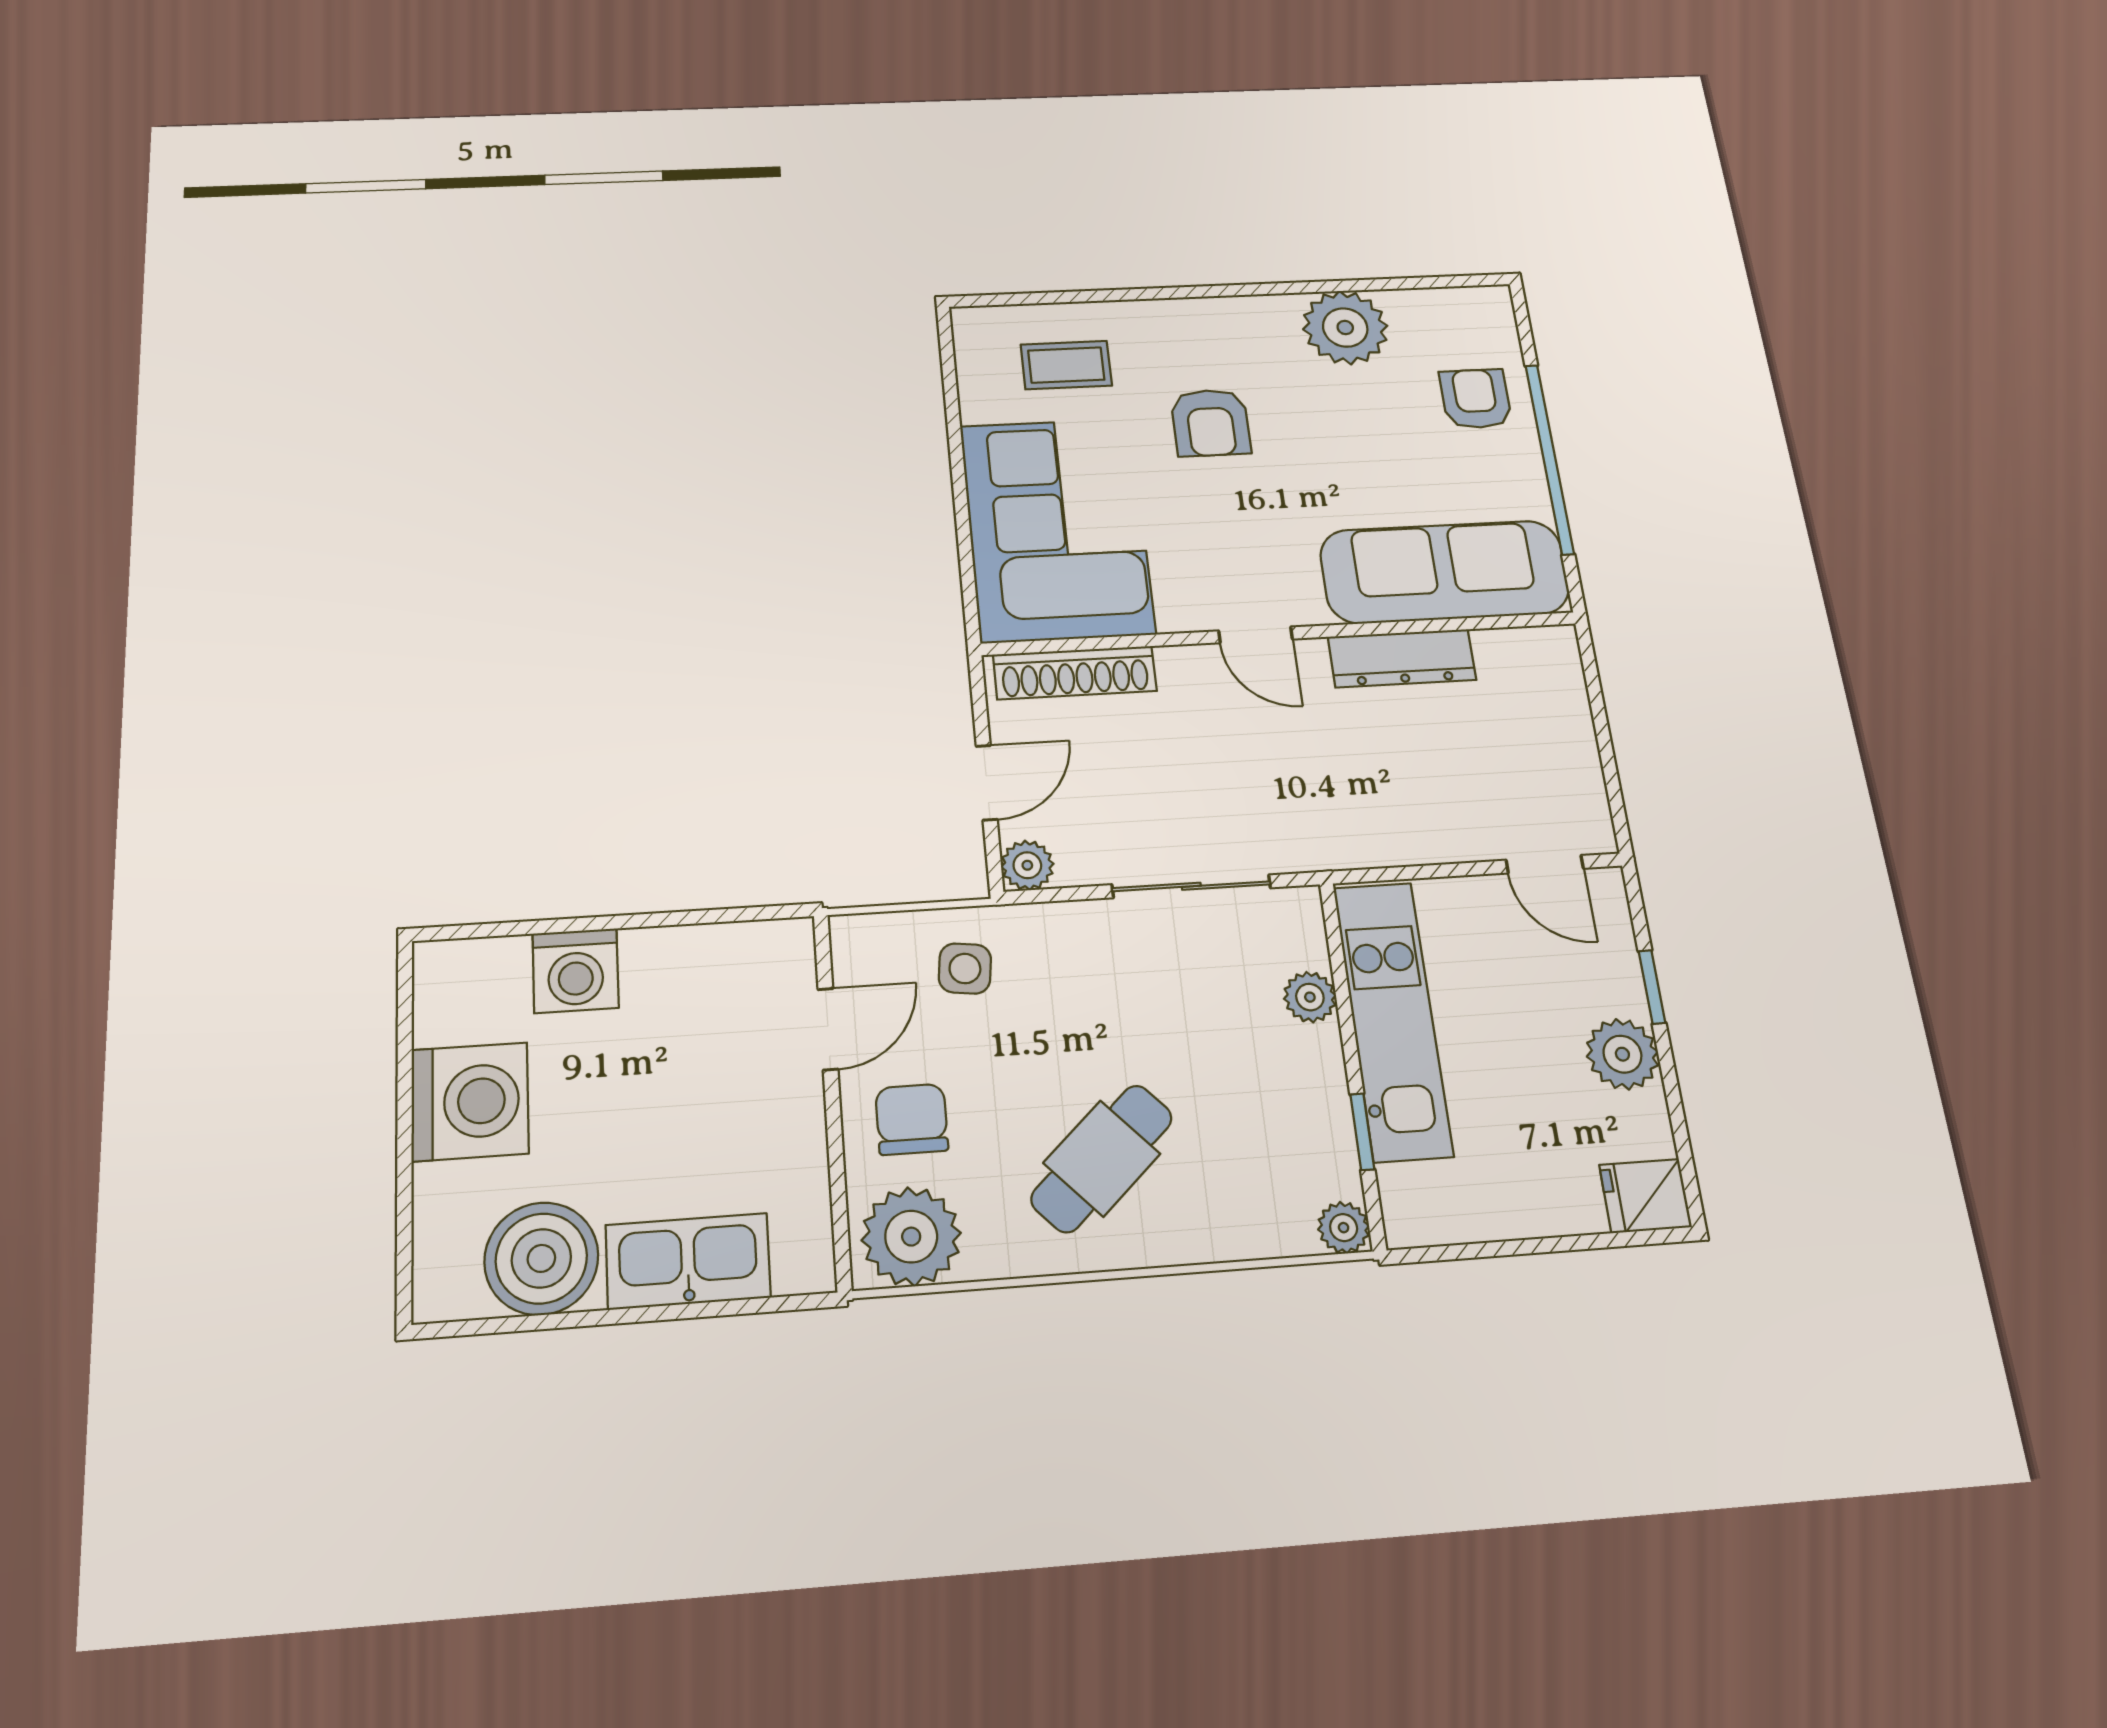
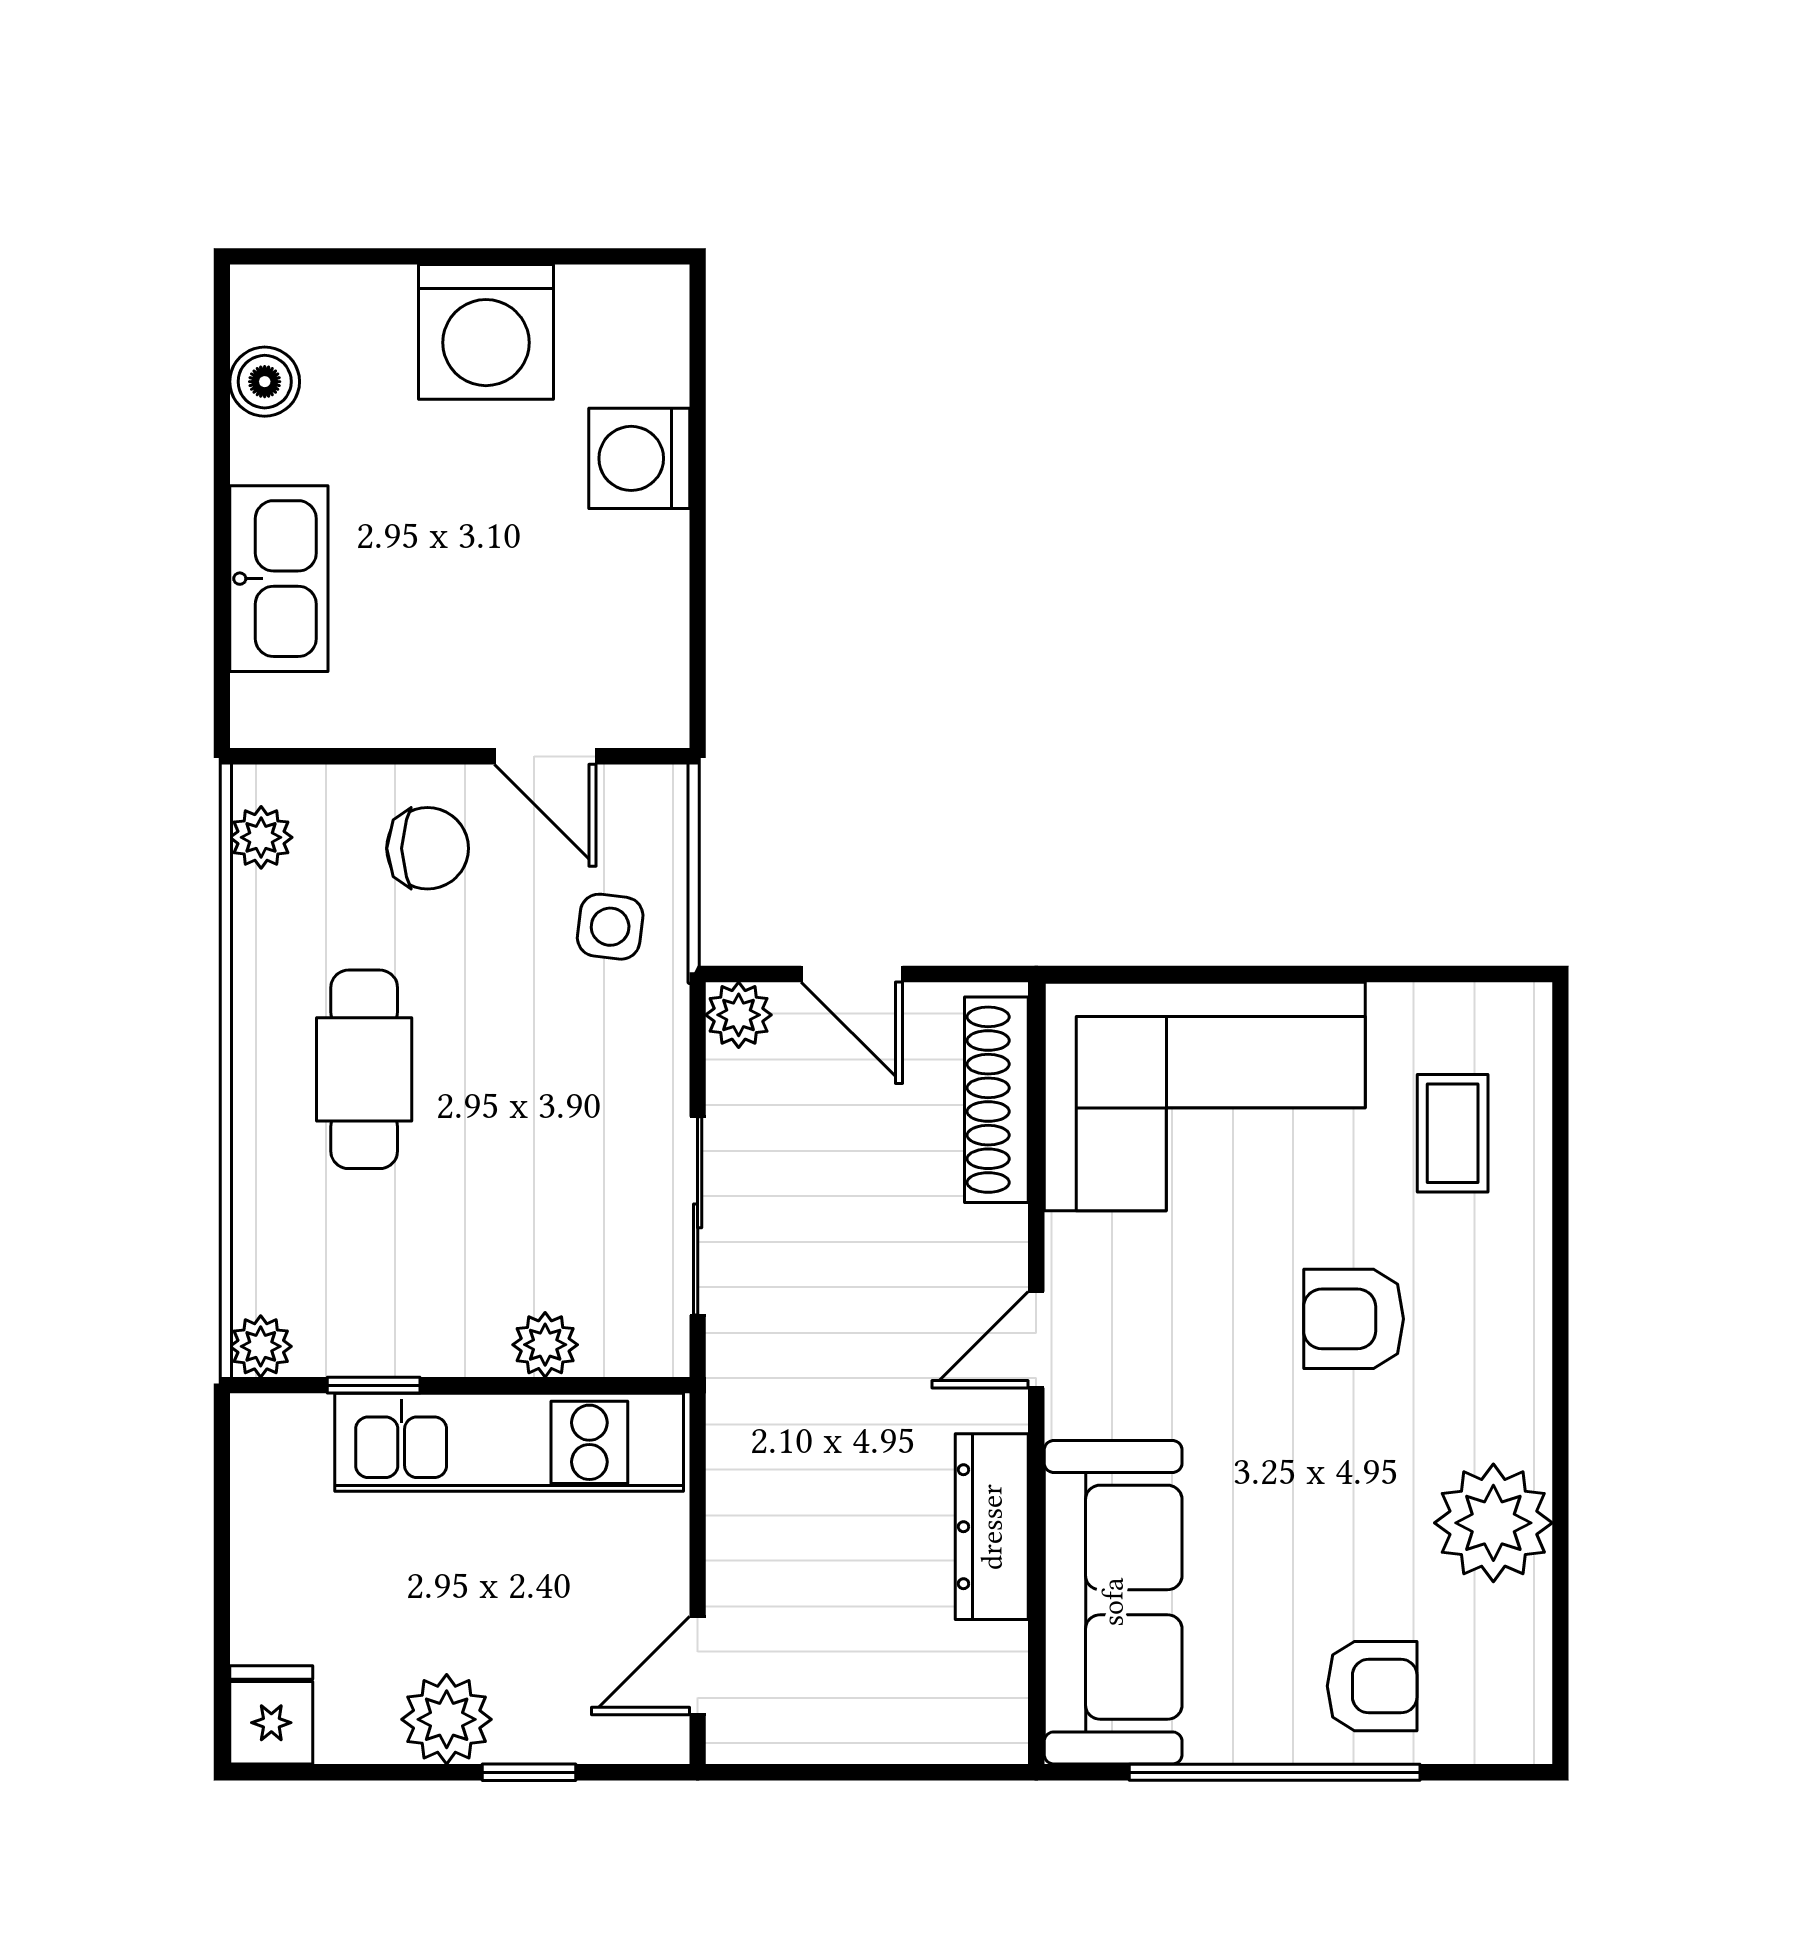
cafe table: (1102, 1158) -> (364, 1069), turned 43
plant: (911, 1237) -> (261, 837), width x0.53, depth x0.53
boiler: (541, 1258) -> (265, 382), width x0.54, depth x0.54

